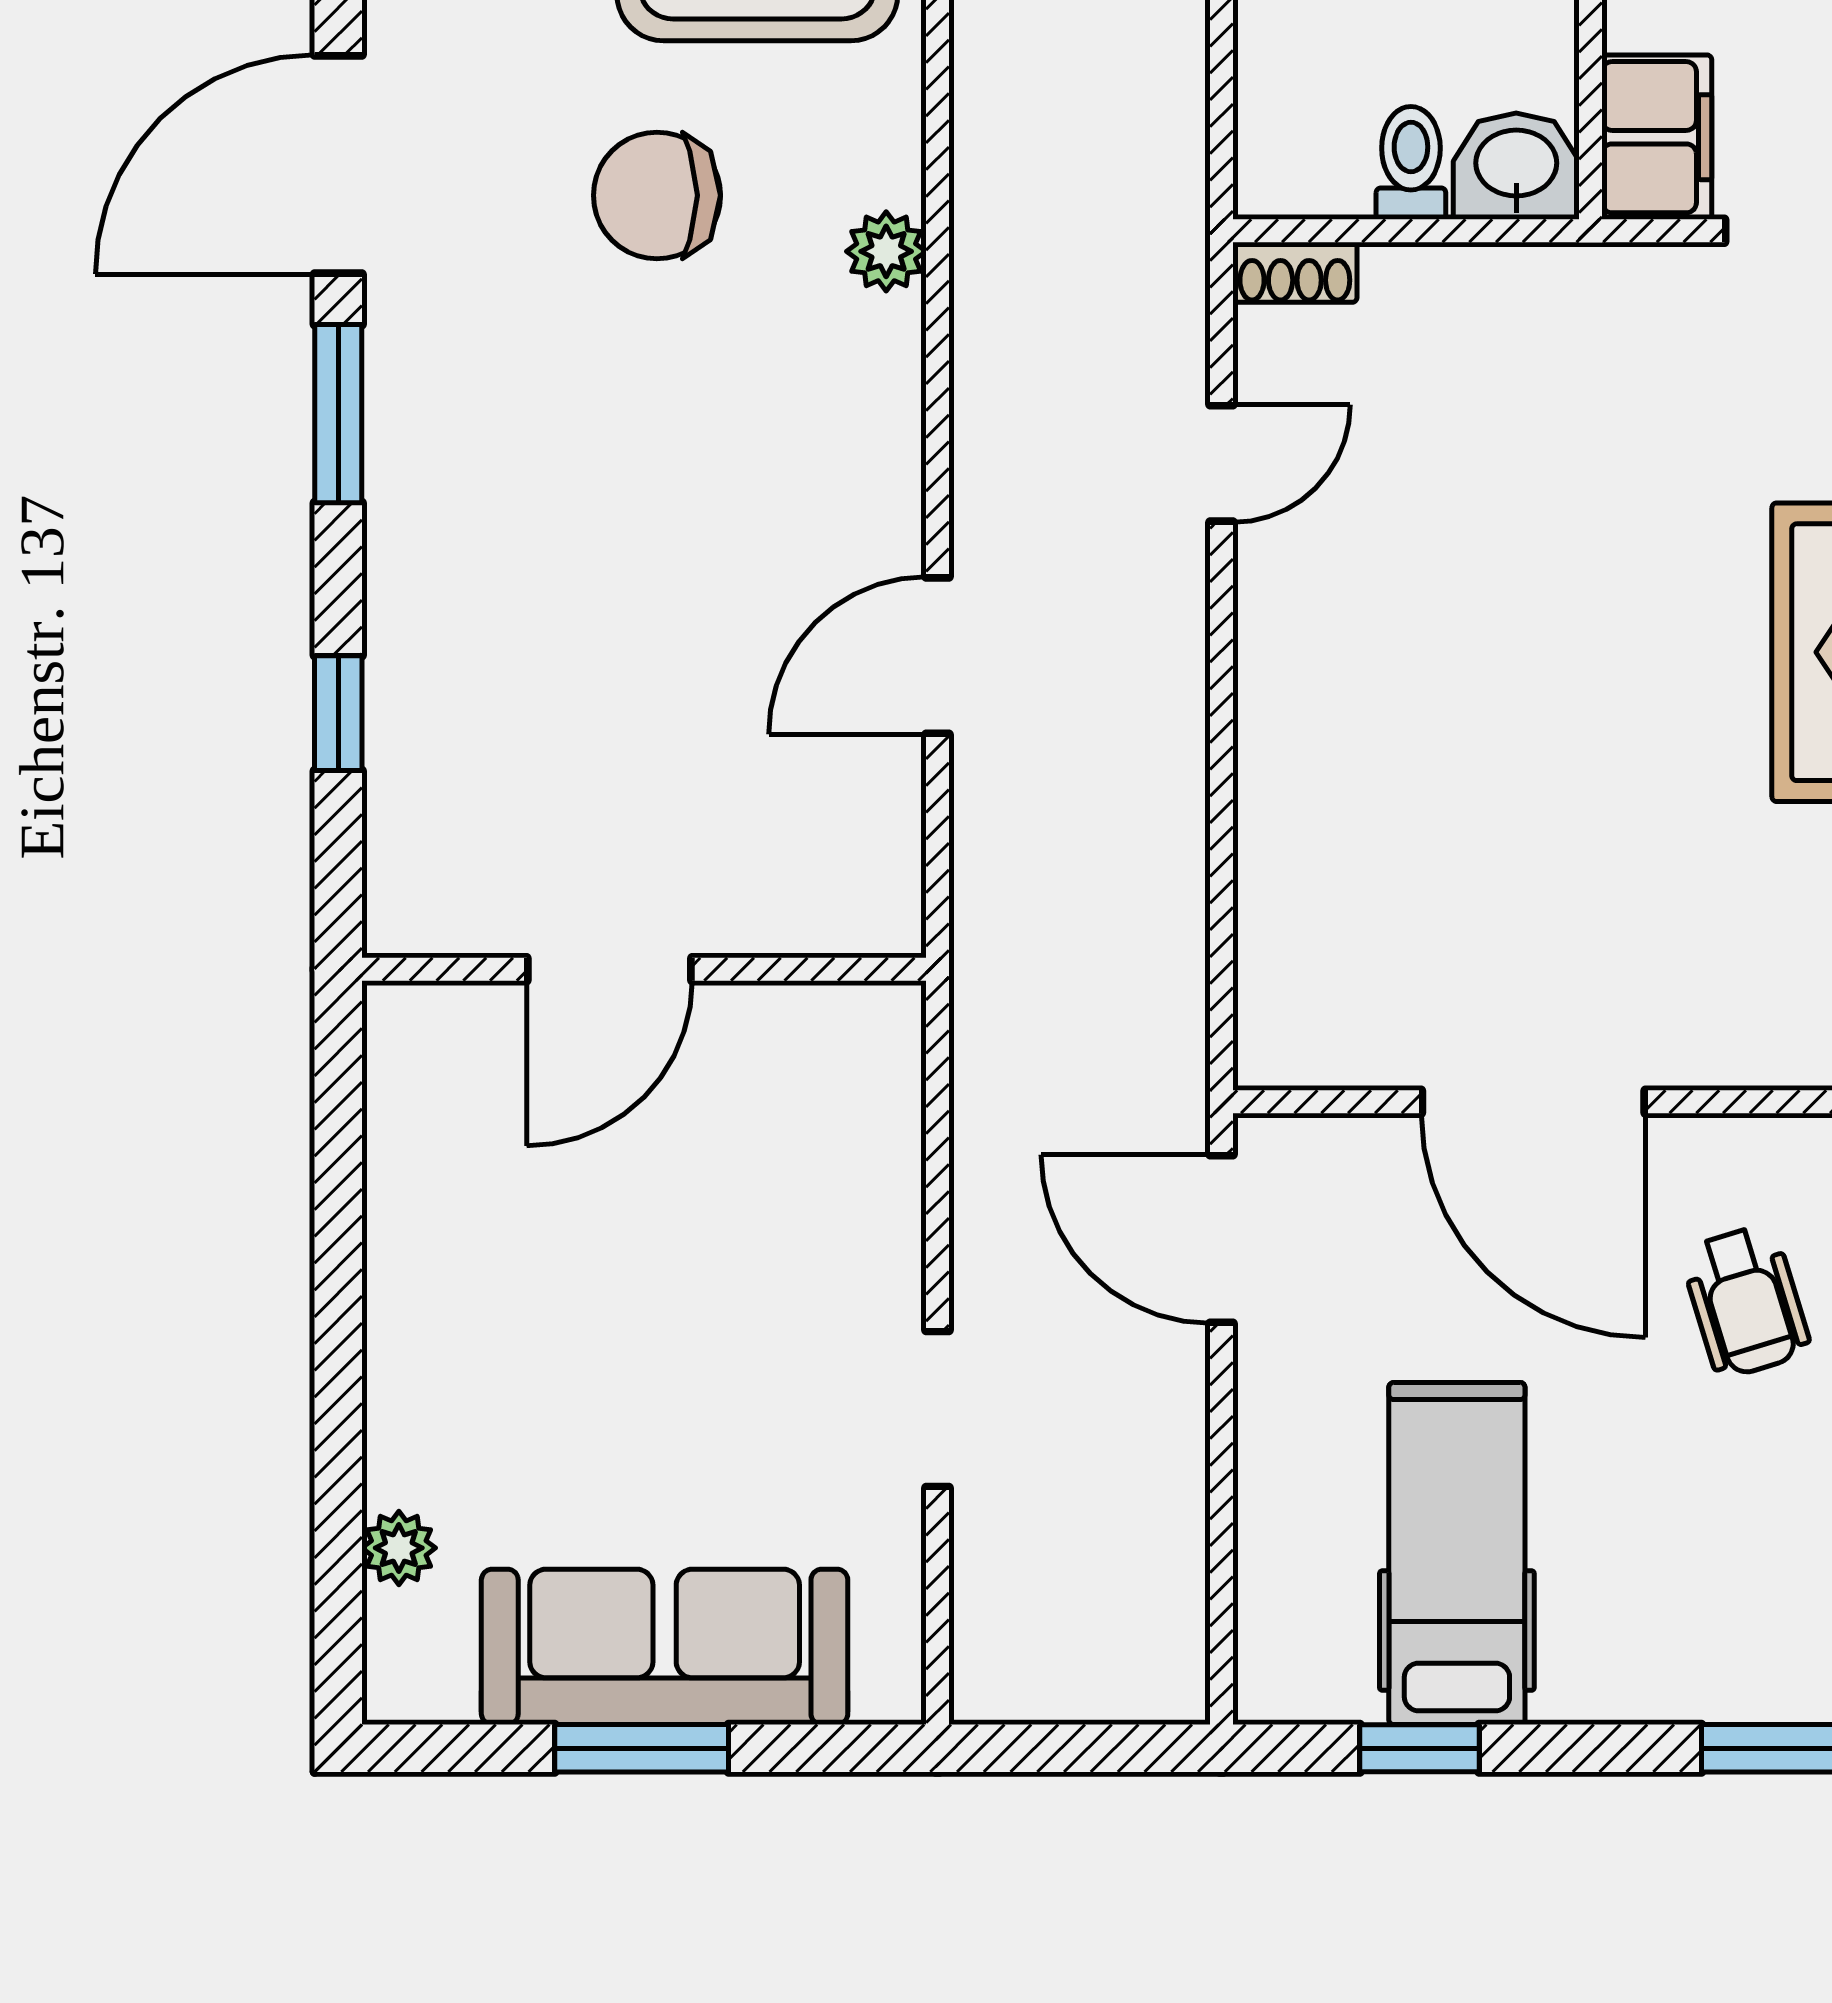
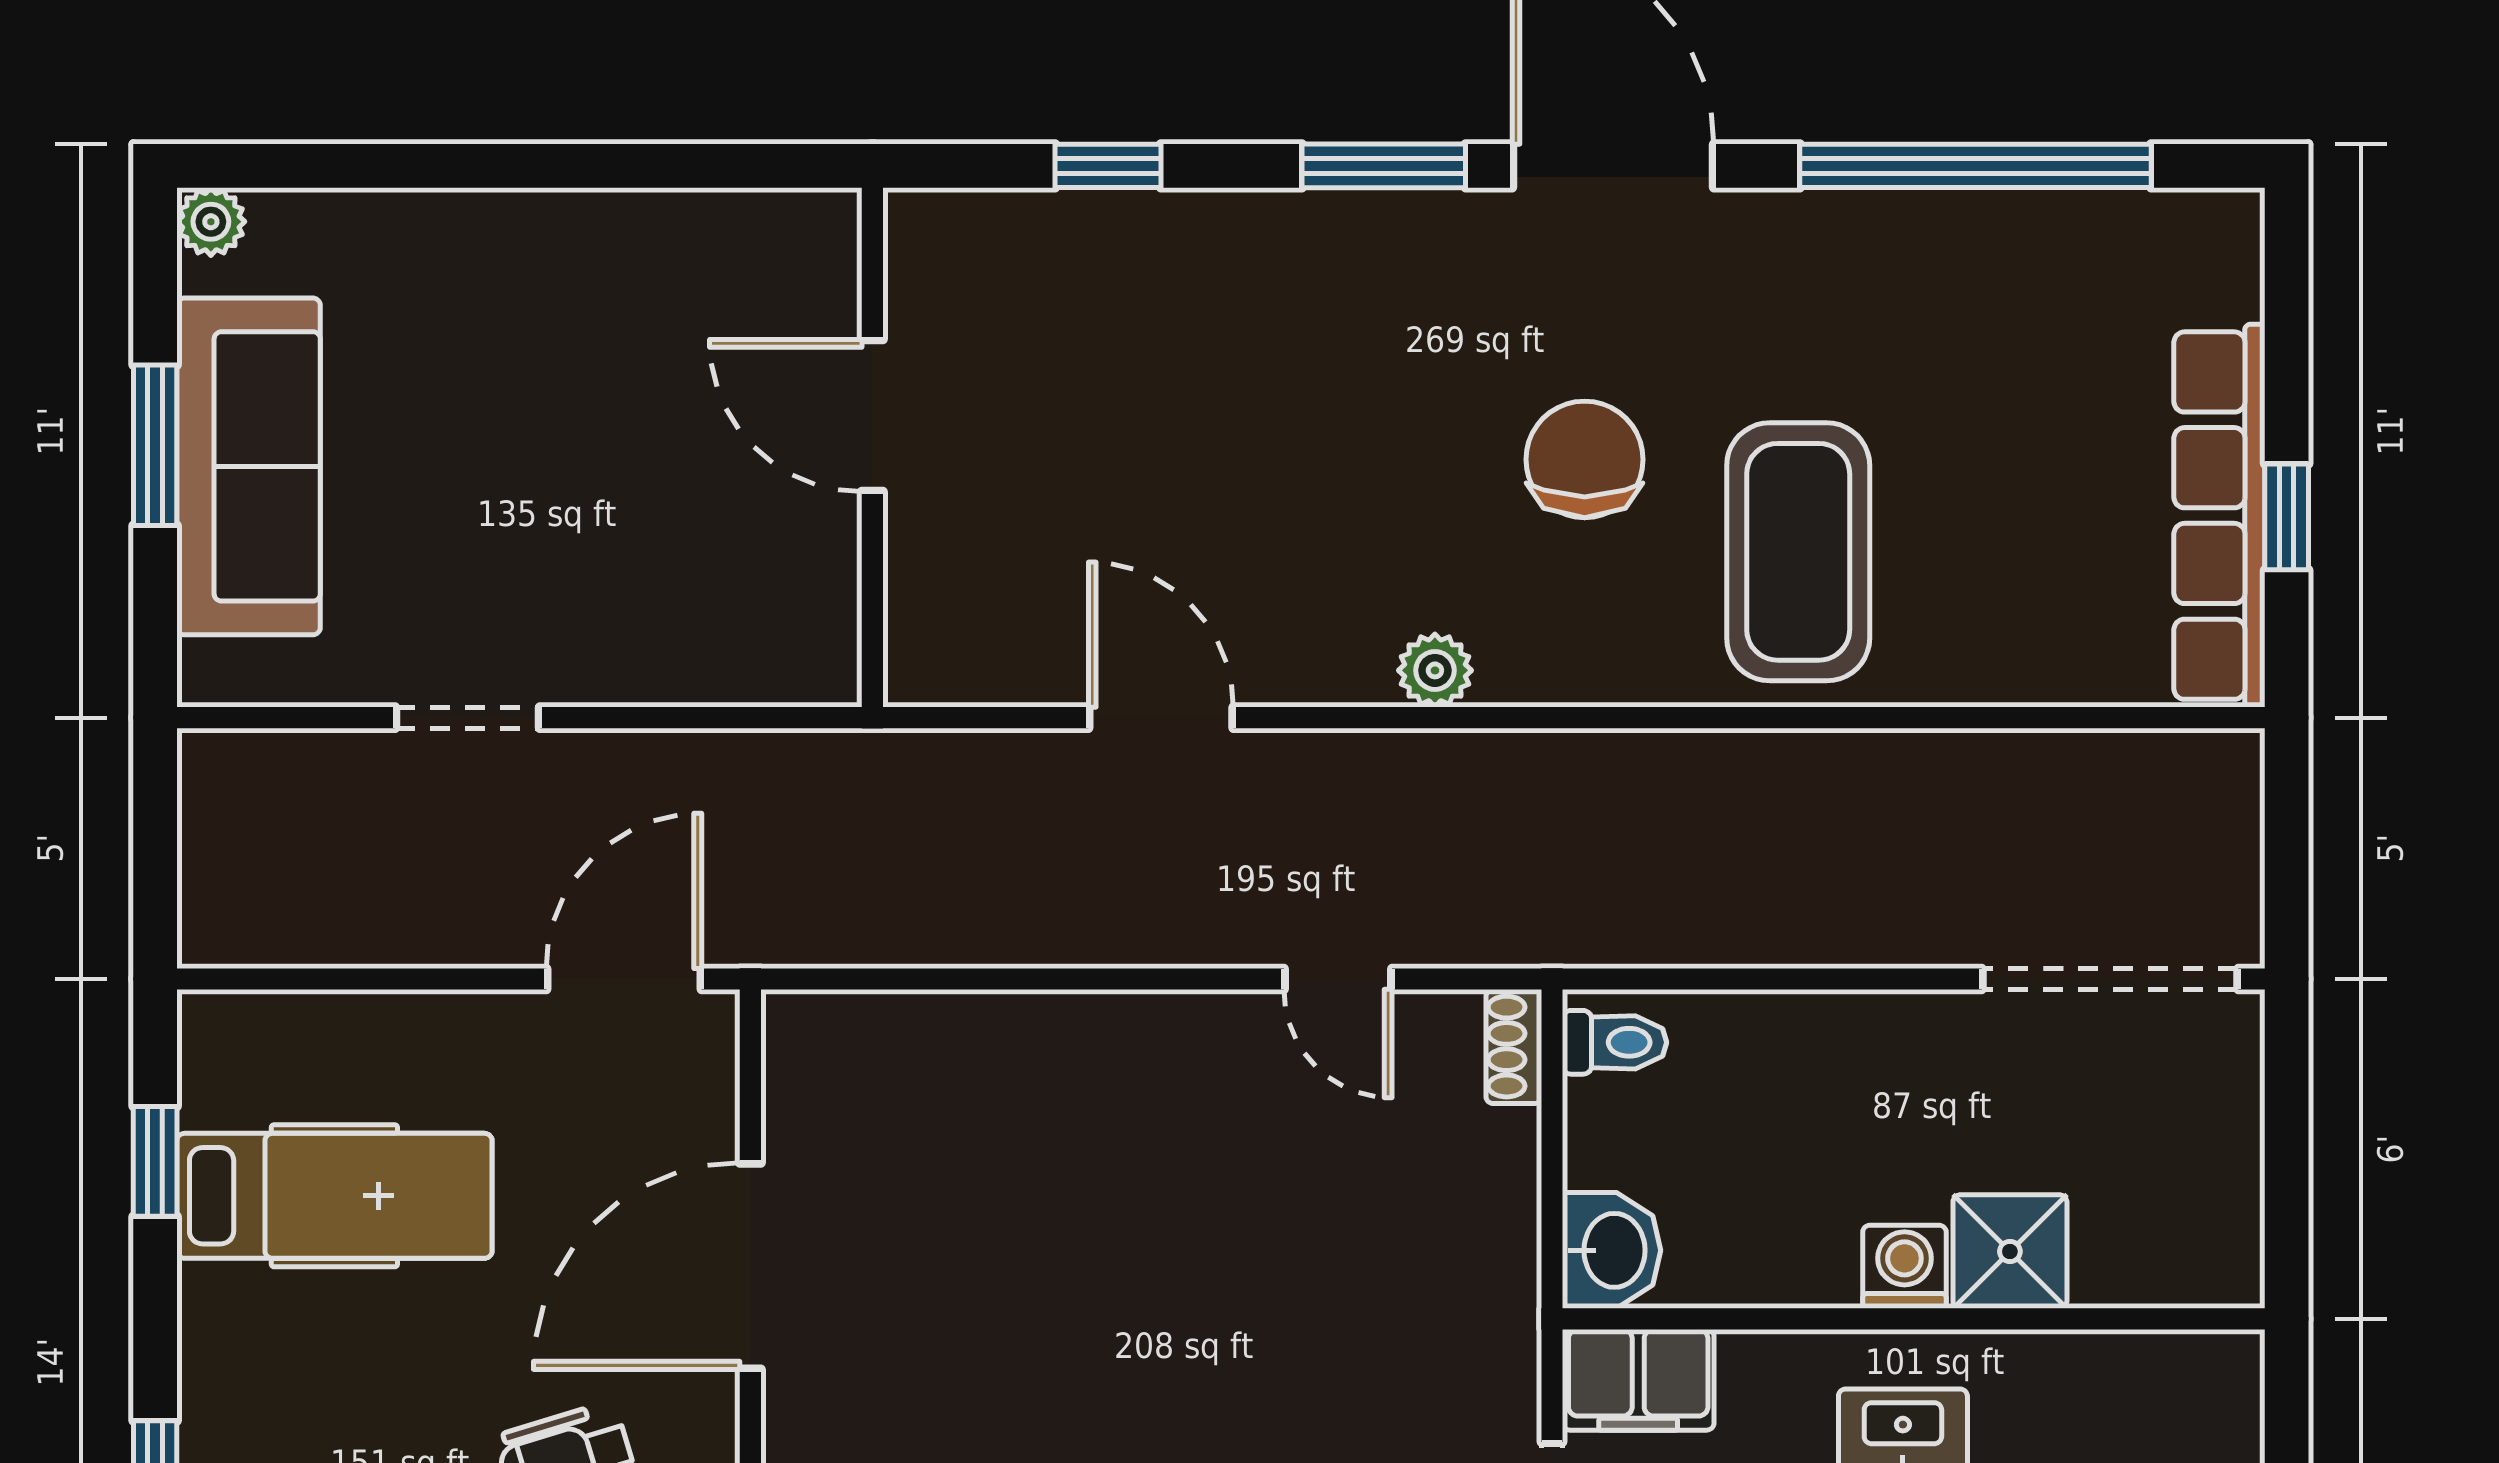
toilet: (1411, 163) -> (1615, 1042), moved
plant: (886, 251) -> (1435, 670), moved
plant: (399, 1548) -> (211, 222), moved

